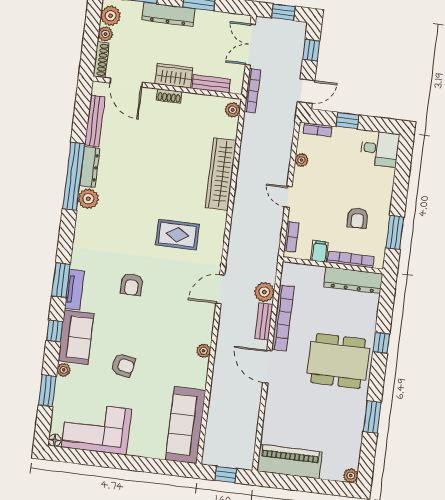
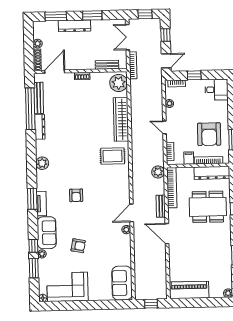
plant: (111, 16) -> (39, 32), removed
wardrobe: (174, 76) -> (83, 63), removed
door: (126, 83) -> (55, 72), swing flipped
plant: (233, 110) -> (119, 83), width x1.87, depth x1.87
window: (74, 176) -> (30, 109), moved
plant: (88, 199) -> (42, 163), moved
armchair: (358, 218) -> (209, 134), width x1.88, depth x1.88
rug: (177, 235) -> (113, 156), moved
door: (220, 289) -> (132, 213), moved
plant: (264, 292) -> (158, 172), moved
bookcase: (283, 318) -> (172, 188), moved
window: (55, 331) -> (33, 246), moved
dining table: (338, 361) -> (208, 207), moved
sofa: (186, 425) -> (122, 283), width x0.73

